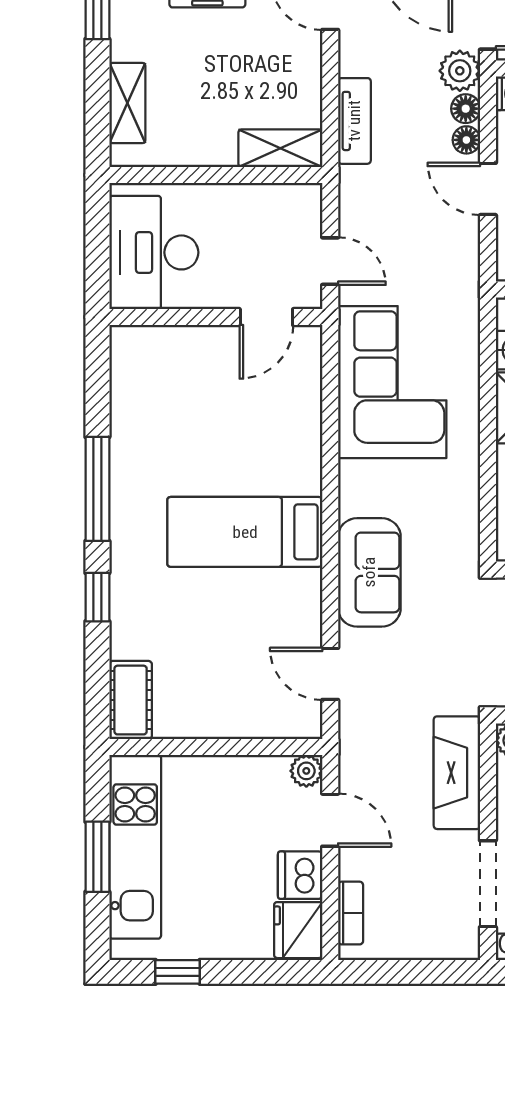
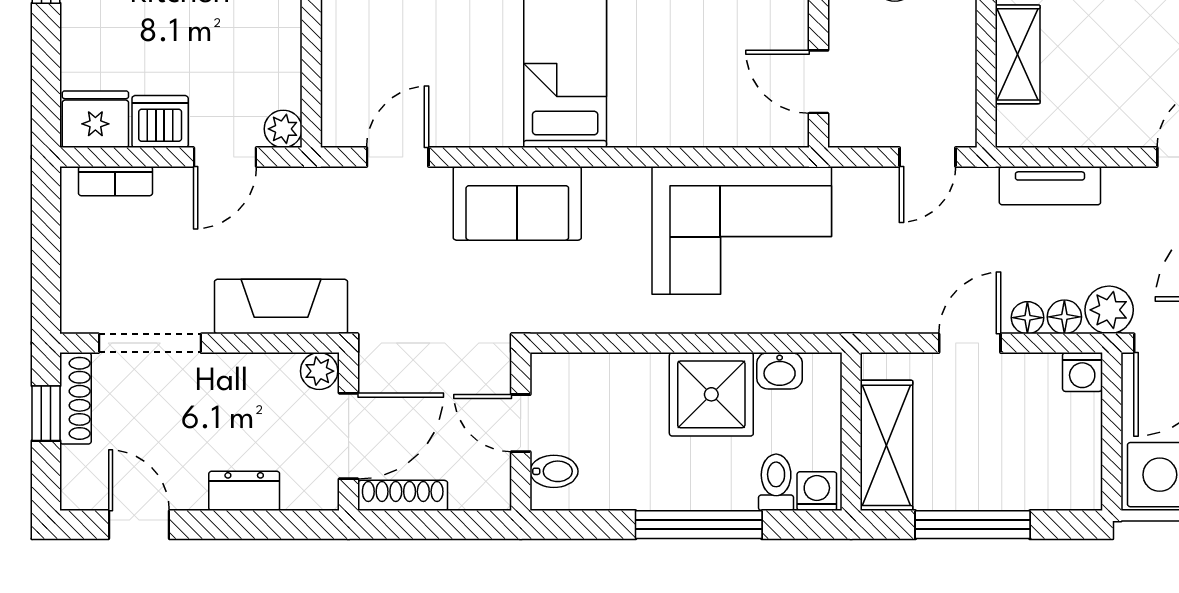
shelving: (280, 148) -> (1018, 54), moved
door: (330, 261) -> (928, 157), moved

